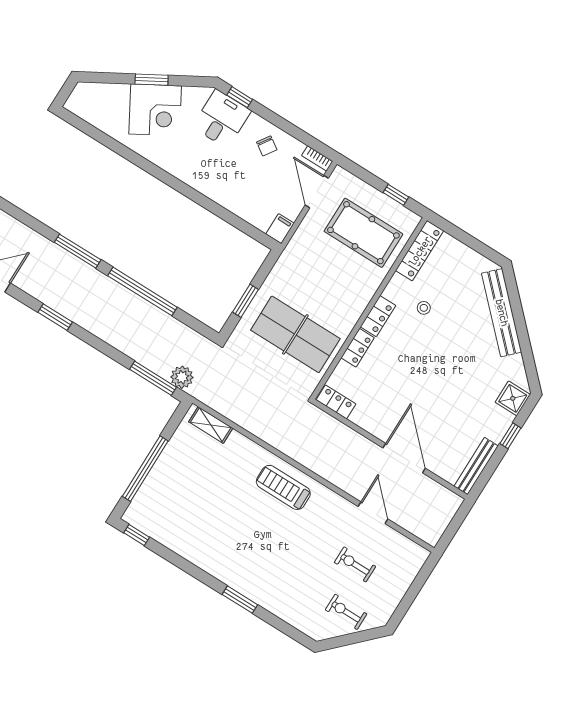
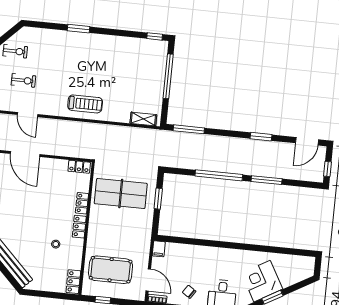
locker: (420, 251) -> (73, 282), width x0.66
plant: (182, 377) -> (173, 138), removed

